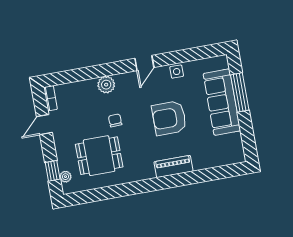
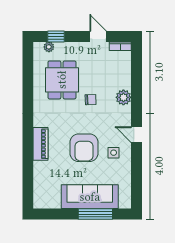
side table: (177, 72) -> (114, 153), moved
armchair: (169, 118) -> (84, 148), turned 180

